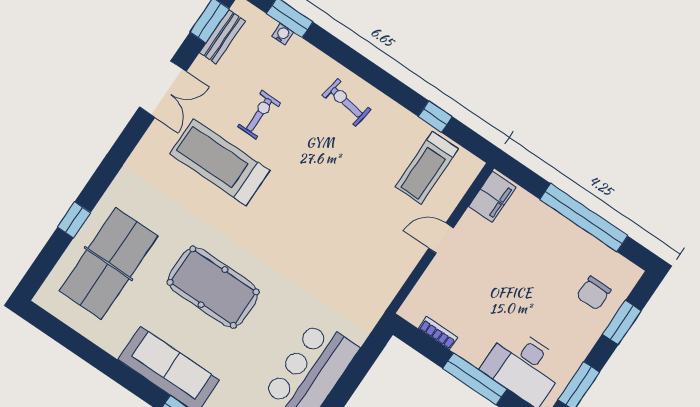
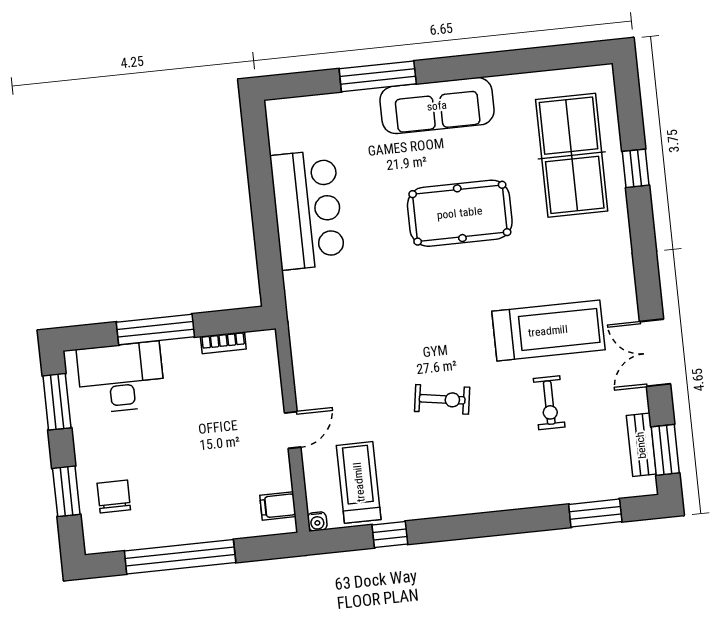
water cooler: (283, 34) -> (317, 521), moved
exercise bike: (347, 102) -> (442, 399), moved
filing cabinet: (492, 197) -> (278, 506), width x0.50

